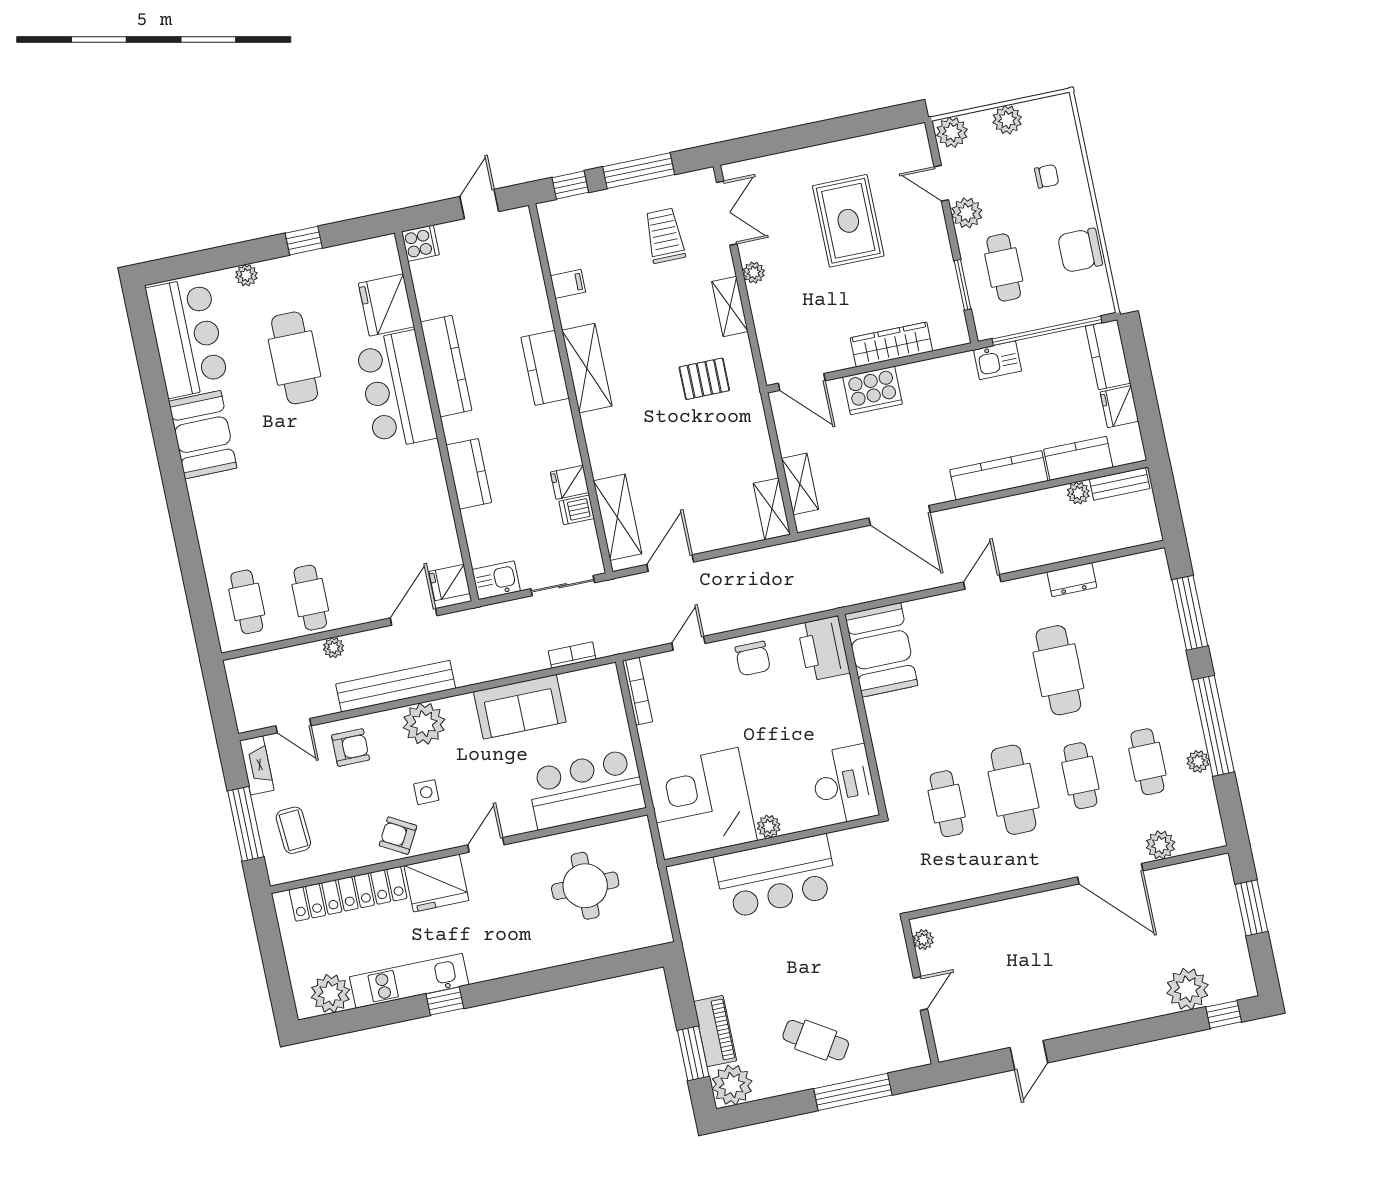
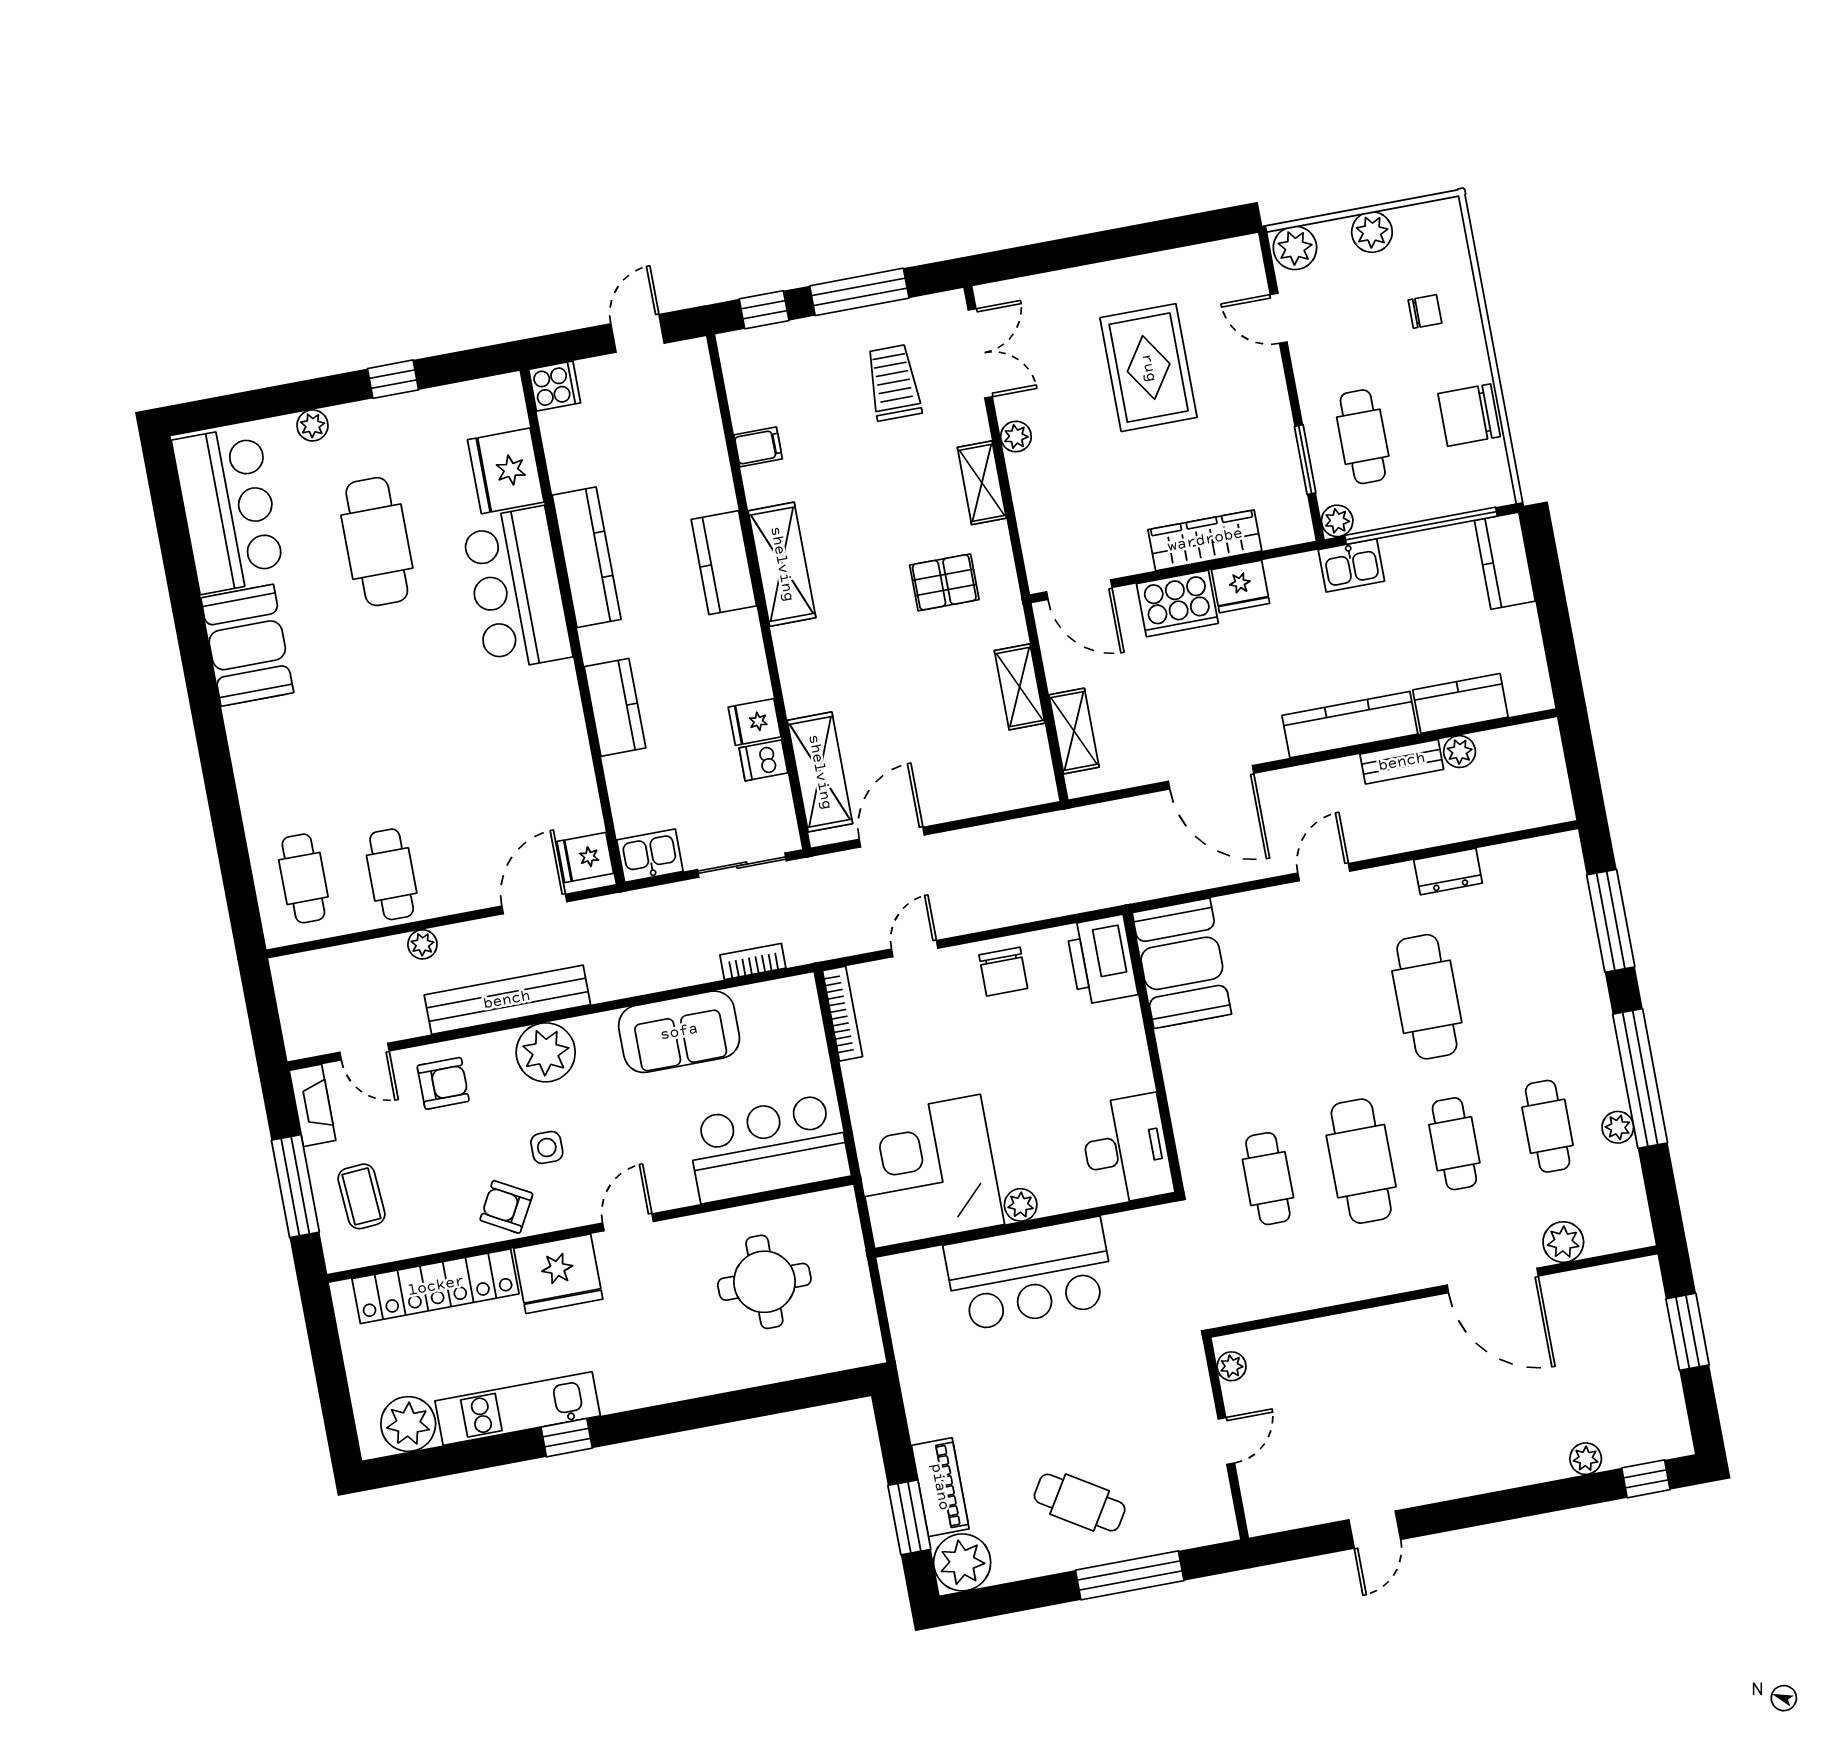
plant: (967, 213) -> (1337, 521), moved, width x0.73, depth x0.73
fridge: (1119, 407) -> (1241, 586), moved, turned -90
bench: (1120, 484) -> (1402, 762), moved
shelving: (772, 509) -> (1020, 687), moved
plant: (1188, 989) -> (1586, 1459), width x0.53, depth x0.53

